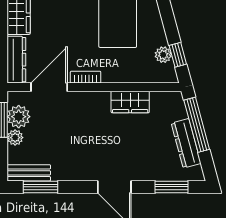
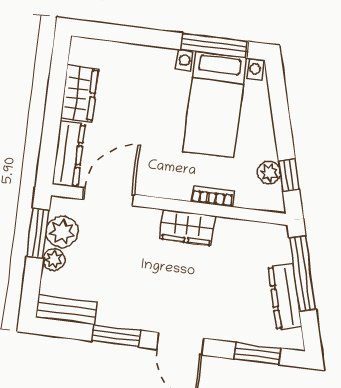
bookcase: (86, 77) -> (212, 196), moved
wardrobe: (130, 102) -> (188, 227), moved
window: (40, 187) -> (116, 336), moved

